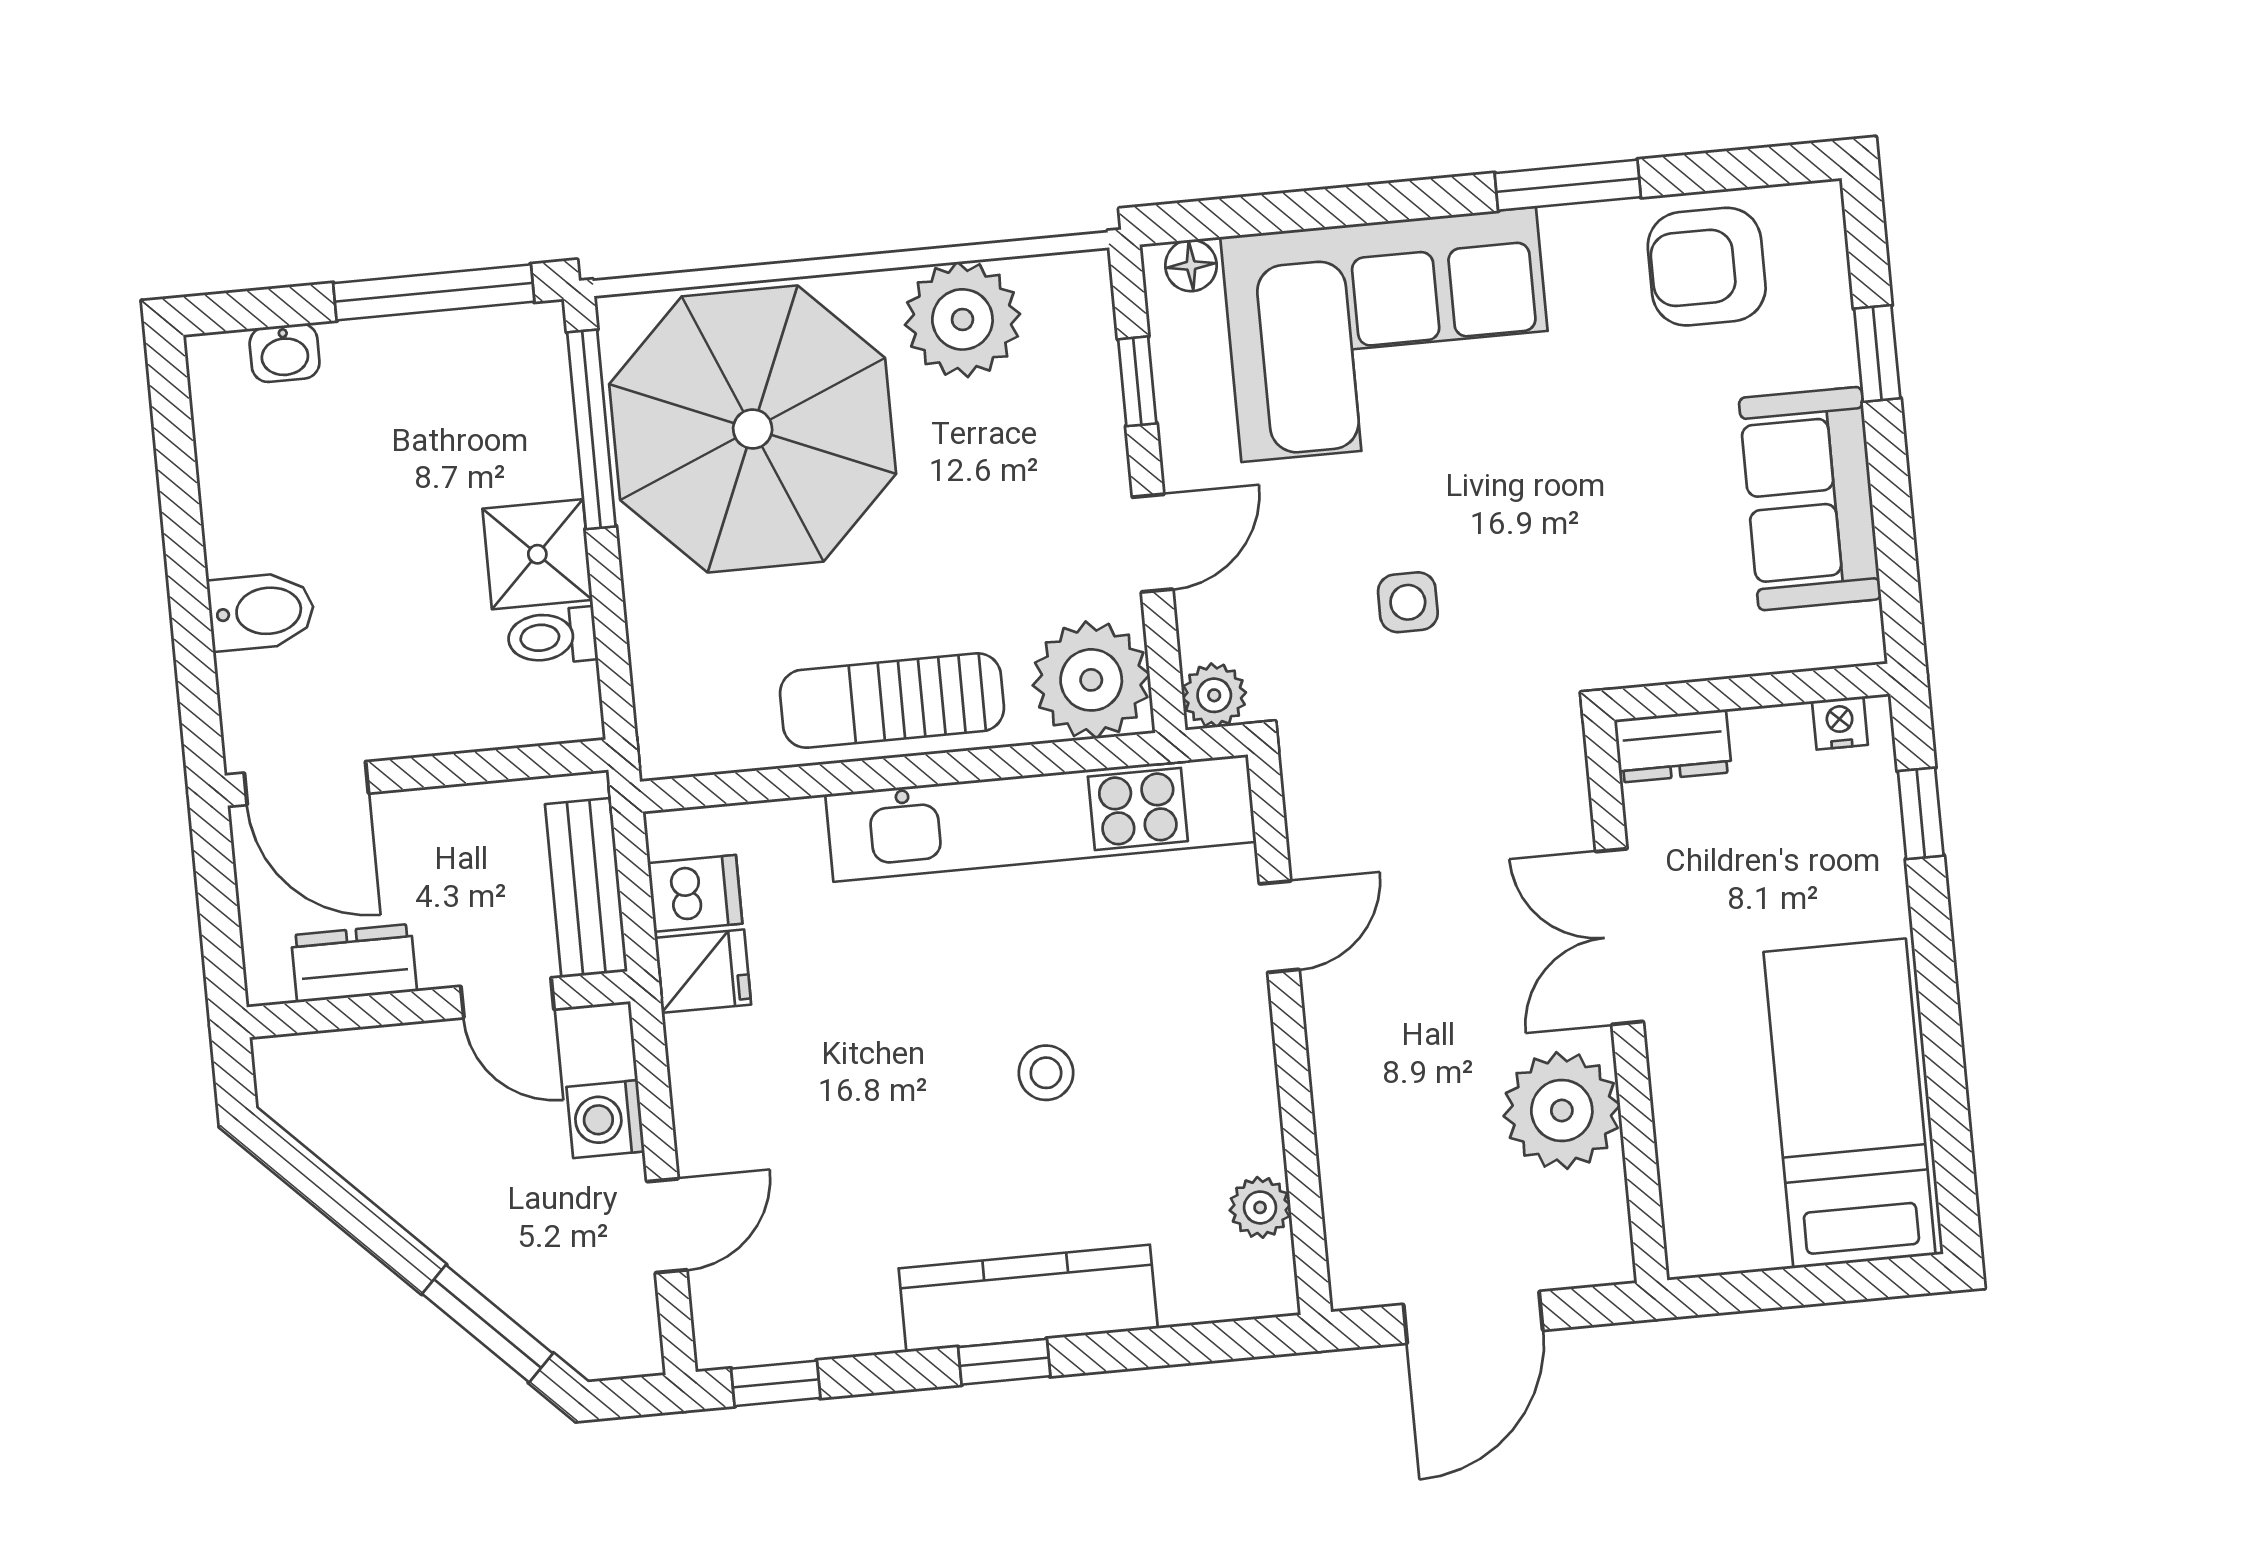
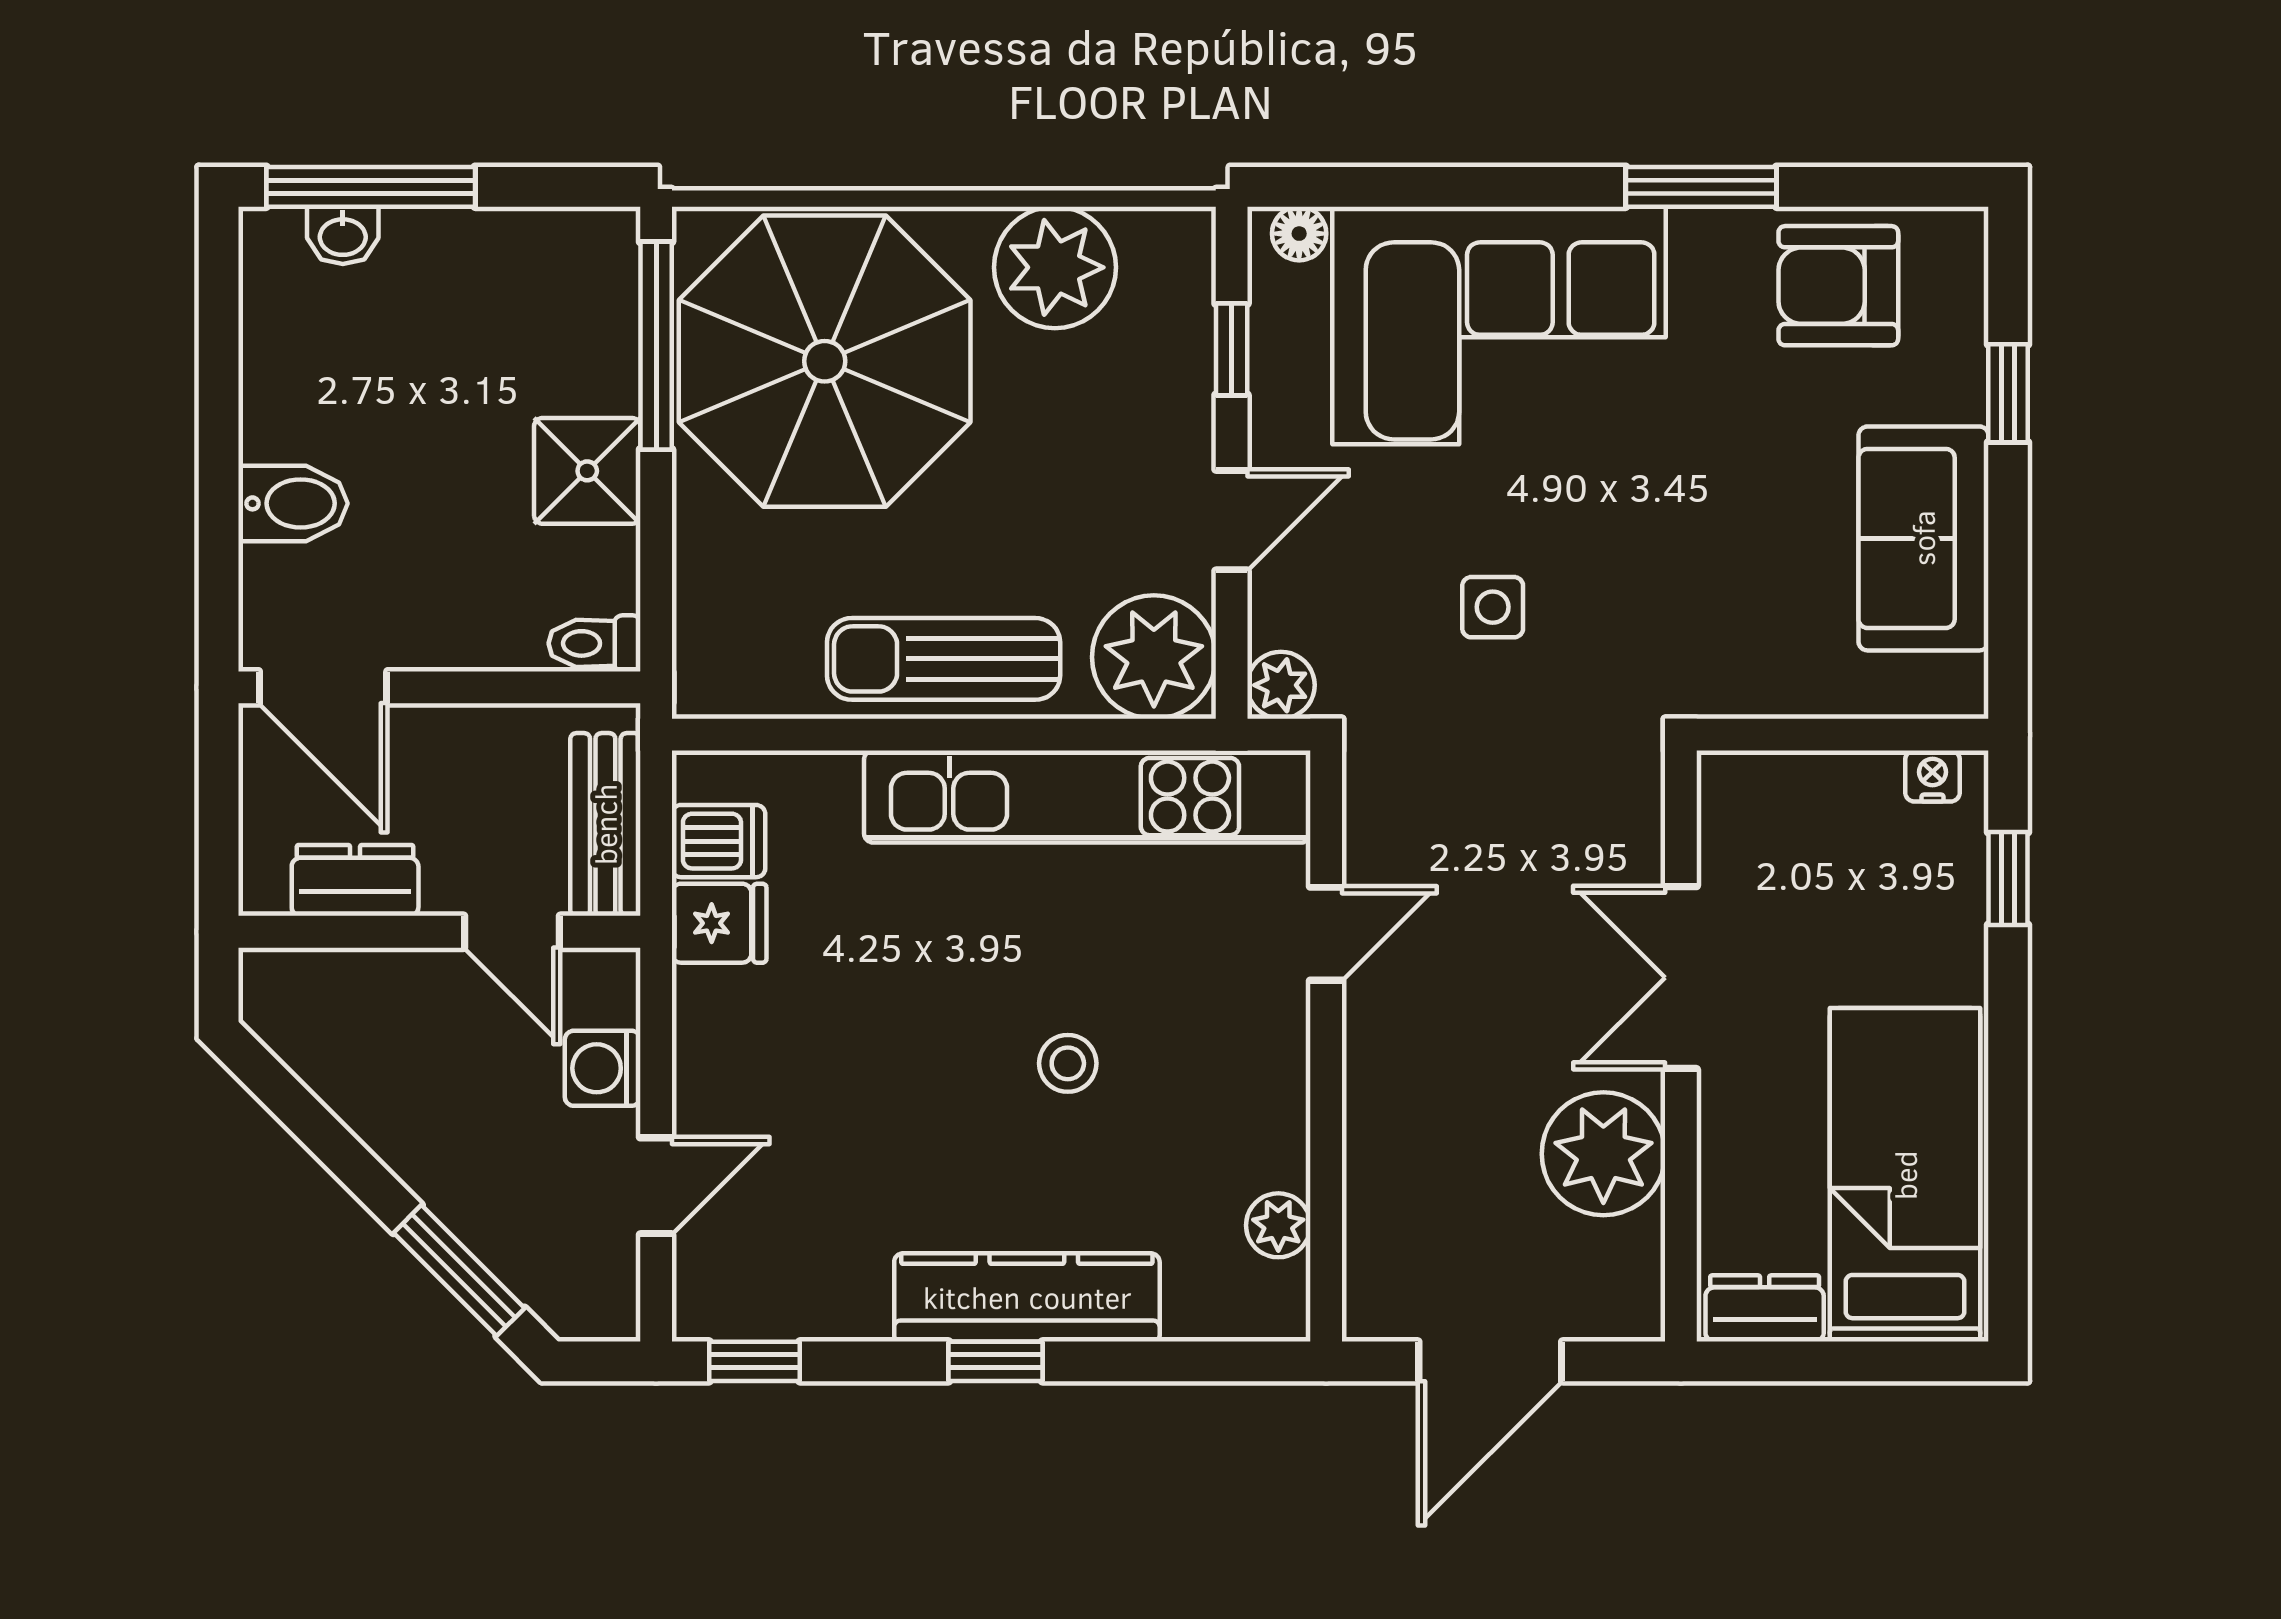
window: (434, 292) -> (371, 187), moved
toilet: (552, 637) -> (594, 643), moved
dresser: (1673, 746) -> (1765, 1308), moved, turned 180

